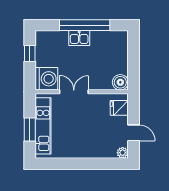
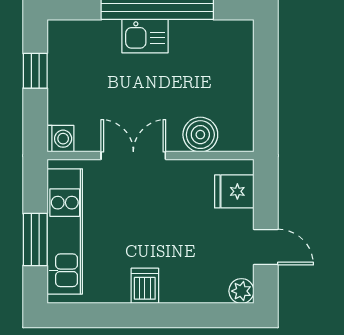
washing machine: (46, 79) -> (60, 139), width x0.53, depth x0.53
boiler: (120, 82) -> (200, 135), moved
dishwasher: (79, 150) -> (145, 286), added

